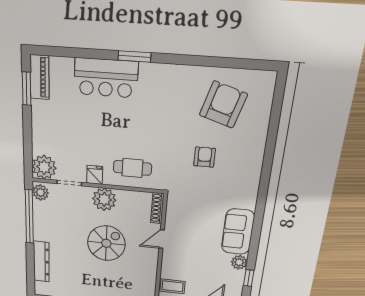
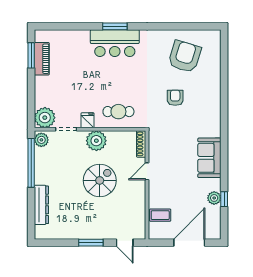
piano: (40, 77) -> (42, 59), moved
bar counter: (106, 78) -> (115, 43), moved
plant: (239, 262) -> (214, 198), moved

